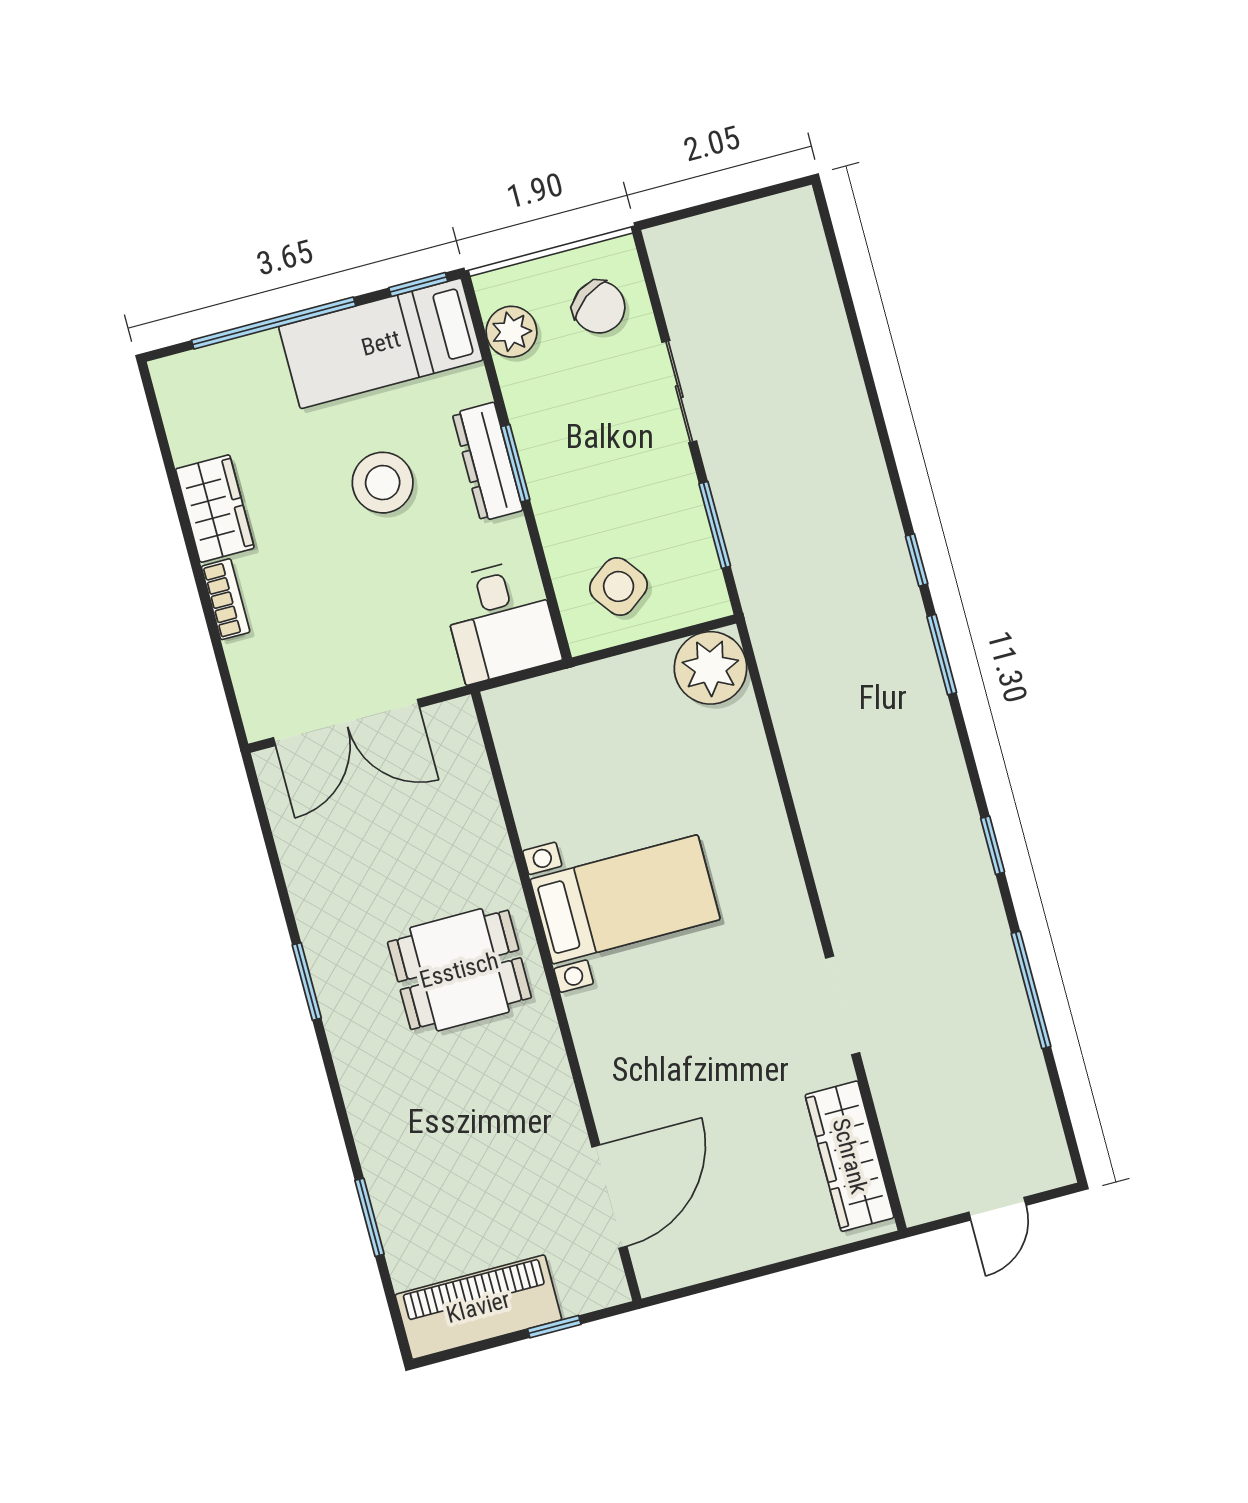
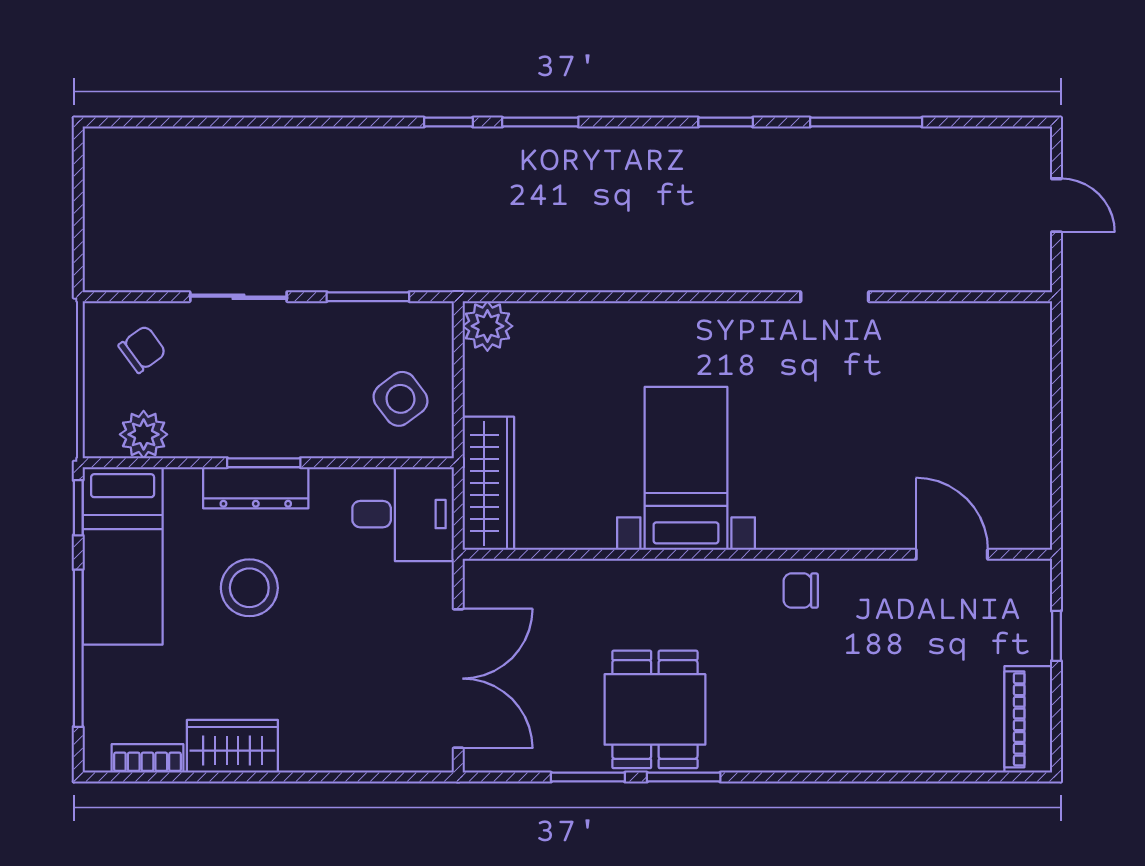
chair: (599, 307) -> (142, 349), width x0.73, depth x0.73
bookcase: (226, 599) -> (147, 758), moved
plant: (710, 668) -> (487, 326), width x0.73, depth x0.73
dining table: (459, 970) -> (655, 709), moved
doorway: (843, 1005) -> (835, 297), width x0.73
chair: (531, 1051) -> (801, 591), added
wardrobe: (850, 1156) -> (488, 483), moved, turned -90
door: (609, 1197) -> (952, 554), width x0.73
window: (369, 1217) -> (588, 777), moved
piano: (478, 1307) -> (1028, 719), width x0.73, depth x0.75

